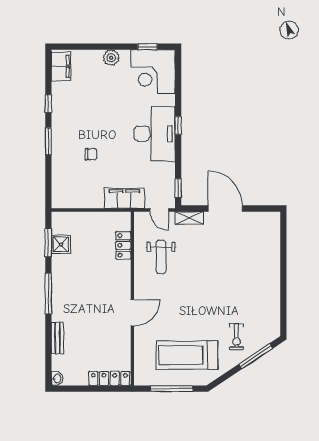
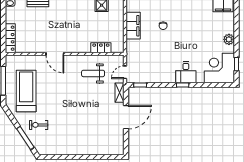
desk: (155, 134) -> (186, 72), width x0.53, depth x0.77
filing cabinet: (124, 198) -> (133, 26), moved

